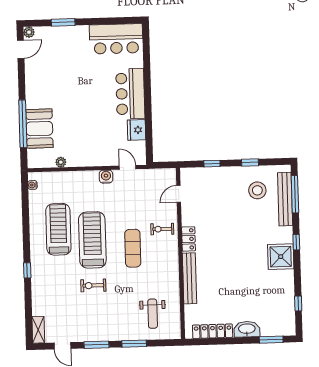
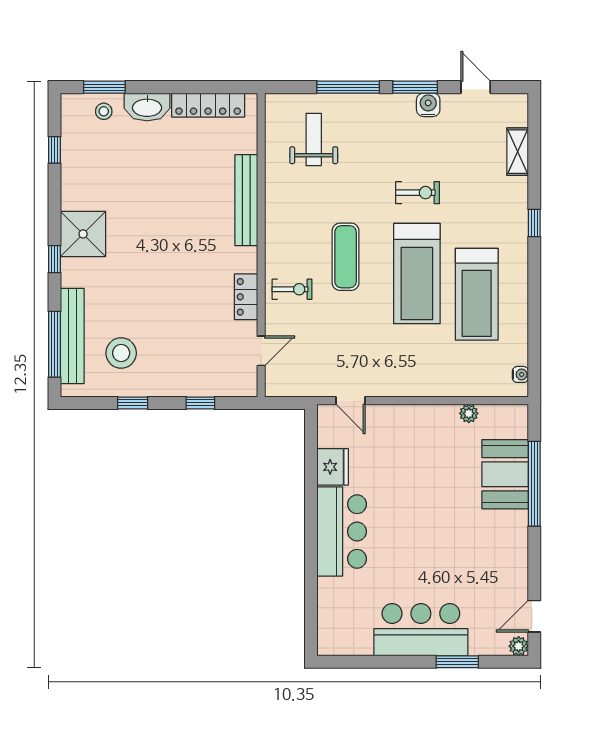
bar counter: (116, 39) -> (421, 630), moved
water cooler: (106, 177) -> (428, 105), moved, turned 180
locker: (188, 239) -> (246, 297), moved
stool: (271, 326) -> (104, 111), added
shelving: (38, 330) -> (518, 152), moved
window: (134, 344) -> (348, 87), width x1.44

